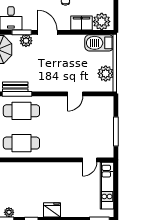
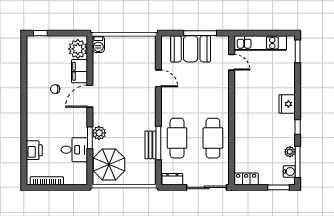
door: (47, 32) -> (90, 96), moved
barbecue: (99, 43) -> (98, 44), width x0.53, depth x0.65
plant: (106, 73) -> (136, 44), removed
booth: (102, 123) -> (191, 49), added

